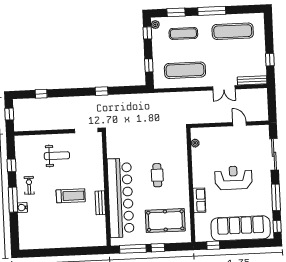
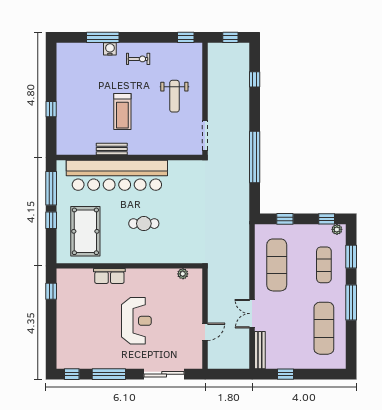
window: (102, 91) -> (255, 157), width x3.17
window: (11, 165) -> (186, 37), moved
window: (13, 200) -> (103, 37), moved
sofa: (241, 228) -> (71, 327), removed
window: (71, 251) -> (51, 109), added

